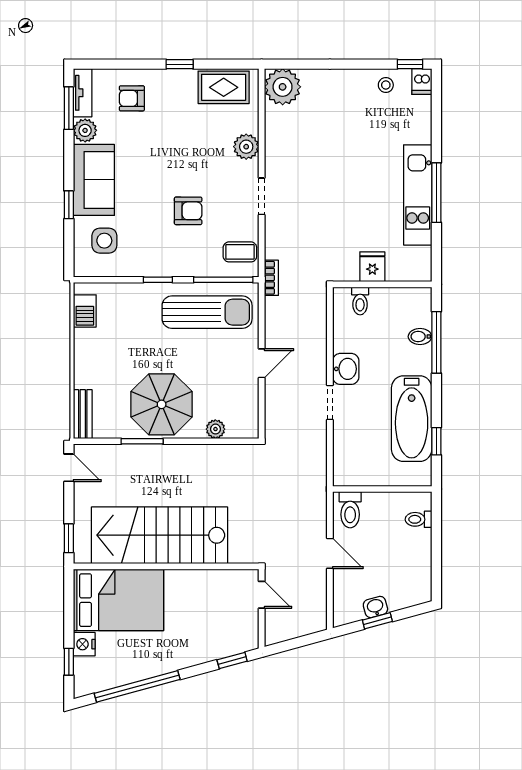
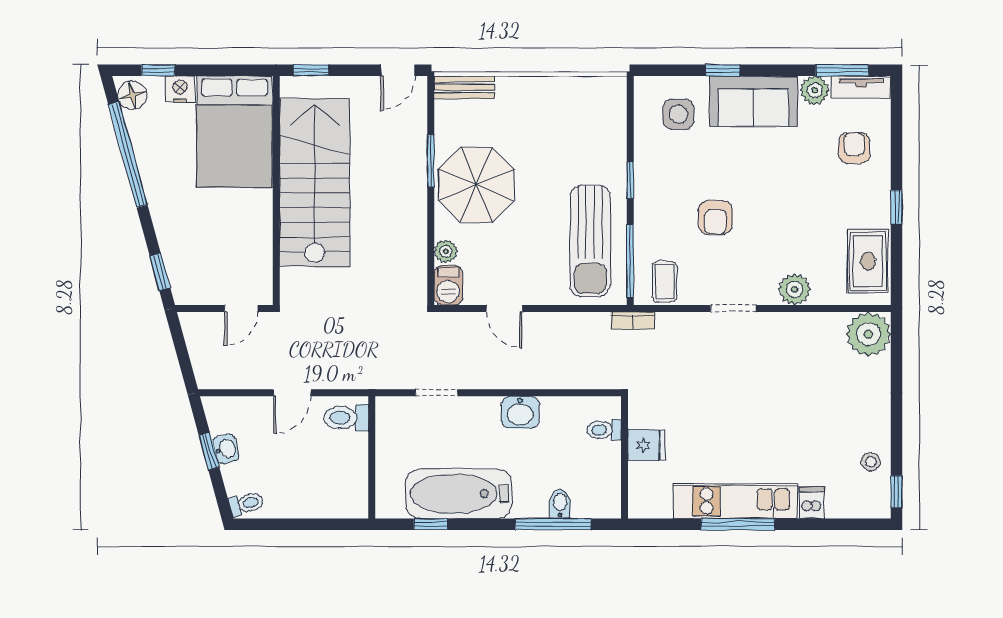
dishwasher: (422, 82) -> (811, 503), moved, turned 90
barbecue: (85, 311) -> (448, 285), moved, turned -90
door: (262, 363) -> (504, 308), moved
doorway: (330, 402) -> (436, 393), moved
toilet: (418, 519) -> (246, 504), moved, turned 75
floor lamp: (89, 683) -> (132, 95), added

